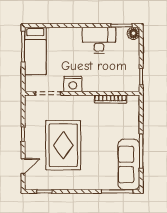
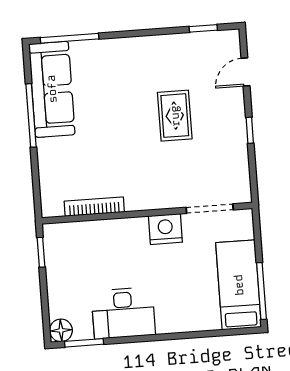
rug: (63, 145) -> (175, 116), width x0.54, depth x0.49

